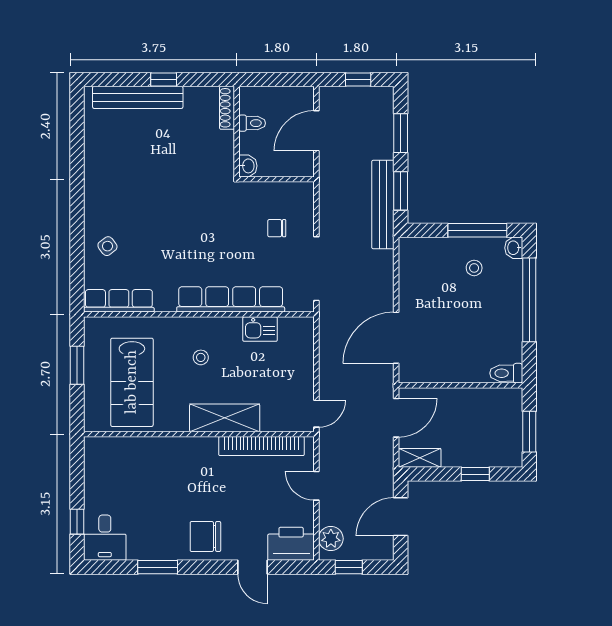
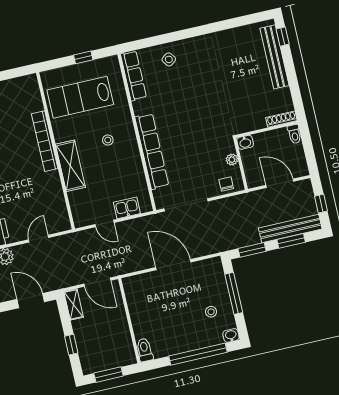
window: (164, 80) -> (283, 37), moved
toilet: (252, 123) -> (294, 134), moved
plant: (268, 190) -> (232, 160), added
bench: (383, 204) -> (290, 228), moved
chair: (277, 228) -> (226, 184), moved
window: (477, 230) -> (234, 293), moved
kitchen sink: (260, 329) -> (127, 208), moved, turned 90
door: (396, 338) -> (173, 265), moved
window: (77, 365) -> (83, 57), width x0.67
door: (316, 414) -> (105, 223), moved
bookcase: (261, 446) -> (45, 141), moved

